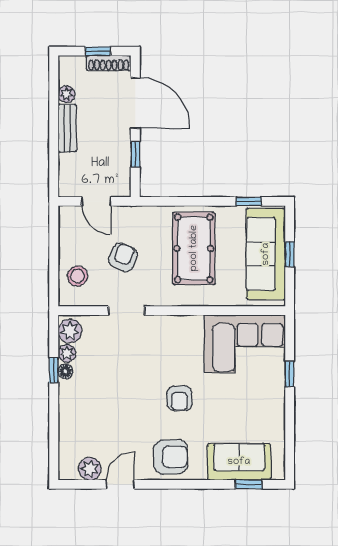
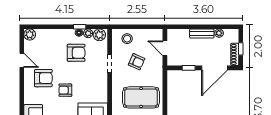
door: (96, 201) -> (165, 48), hinge flipped
armchair: (105, 377) -> (76, 53), added
armchair: (171, 457) -> (43, 78), moved, turned -90
plant: (90, 469) -> (30, 35), moved

